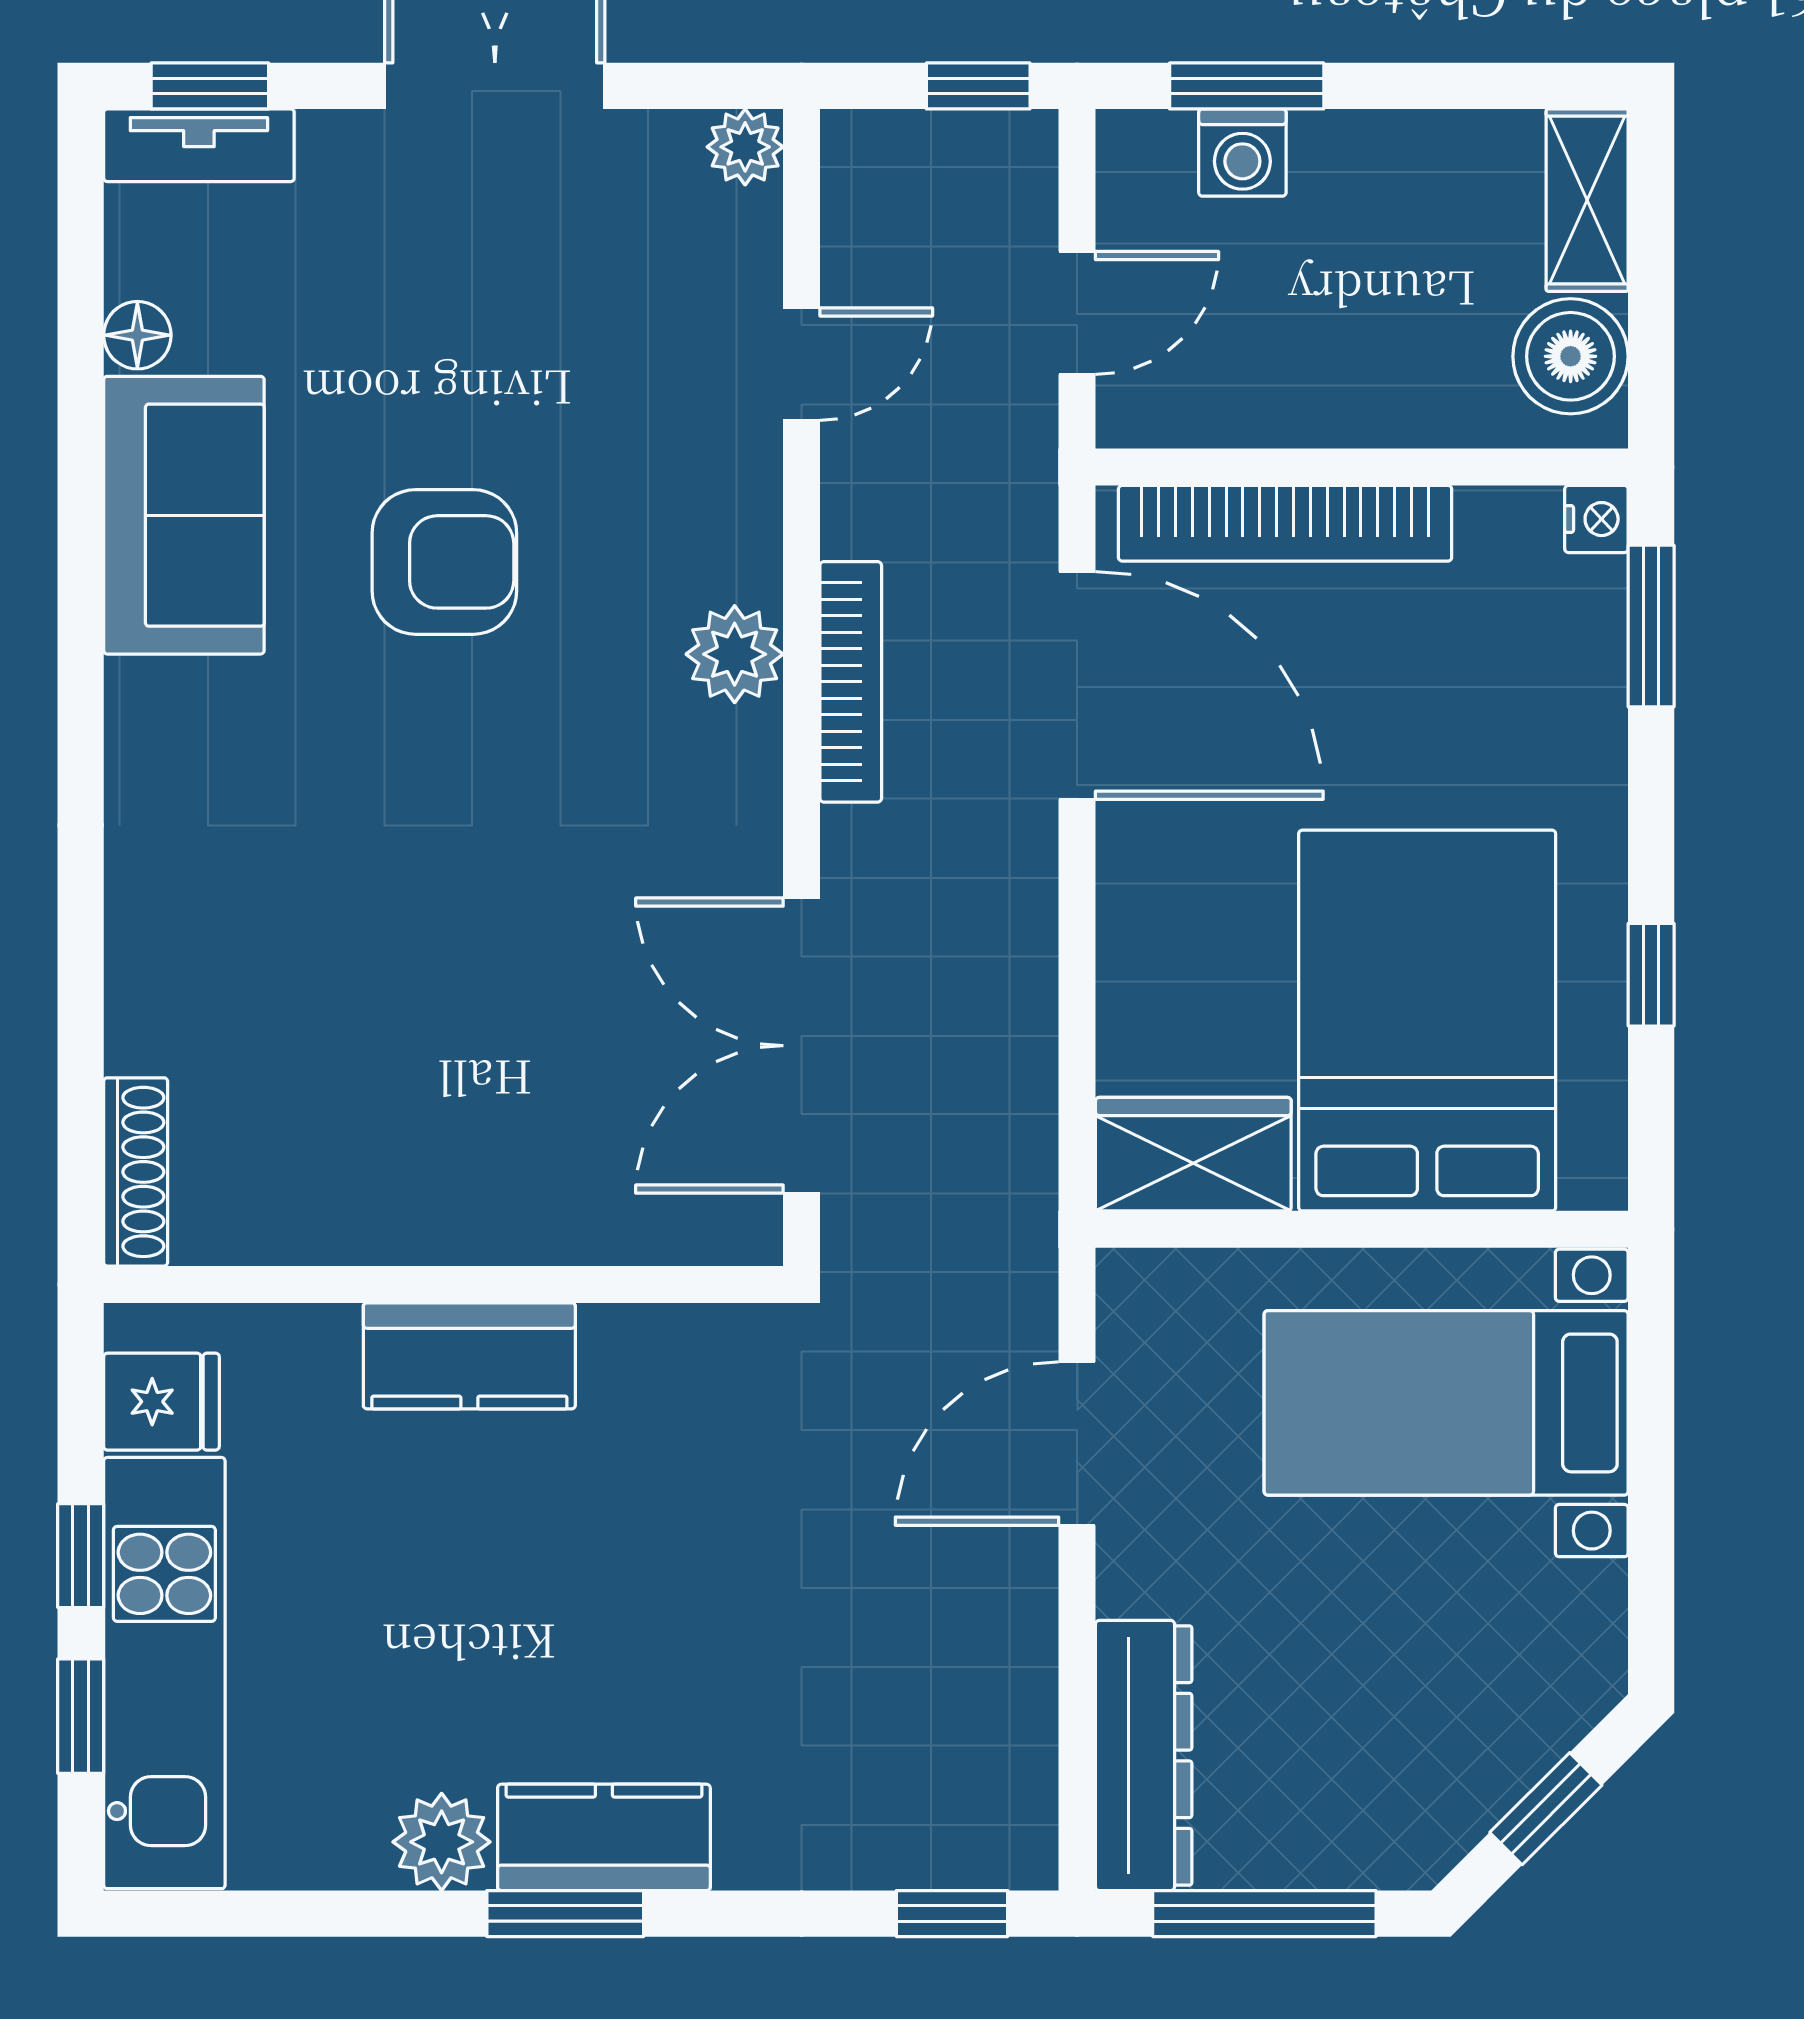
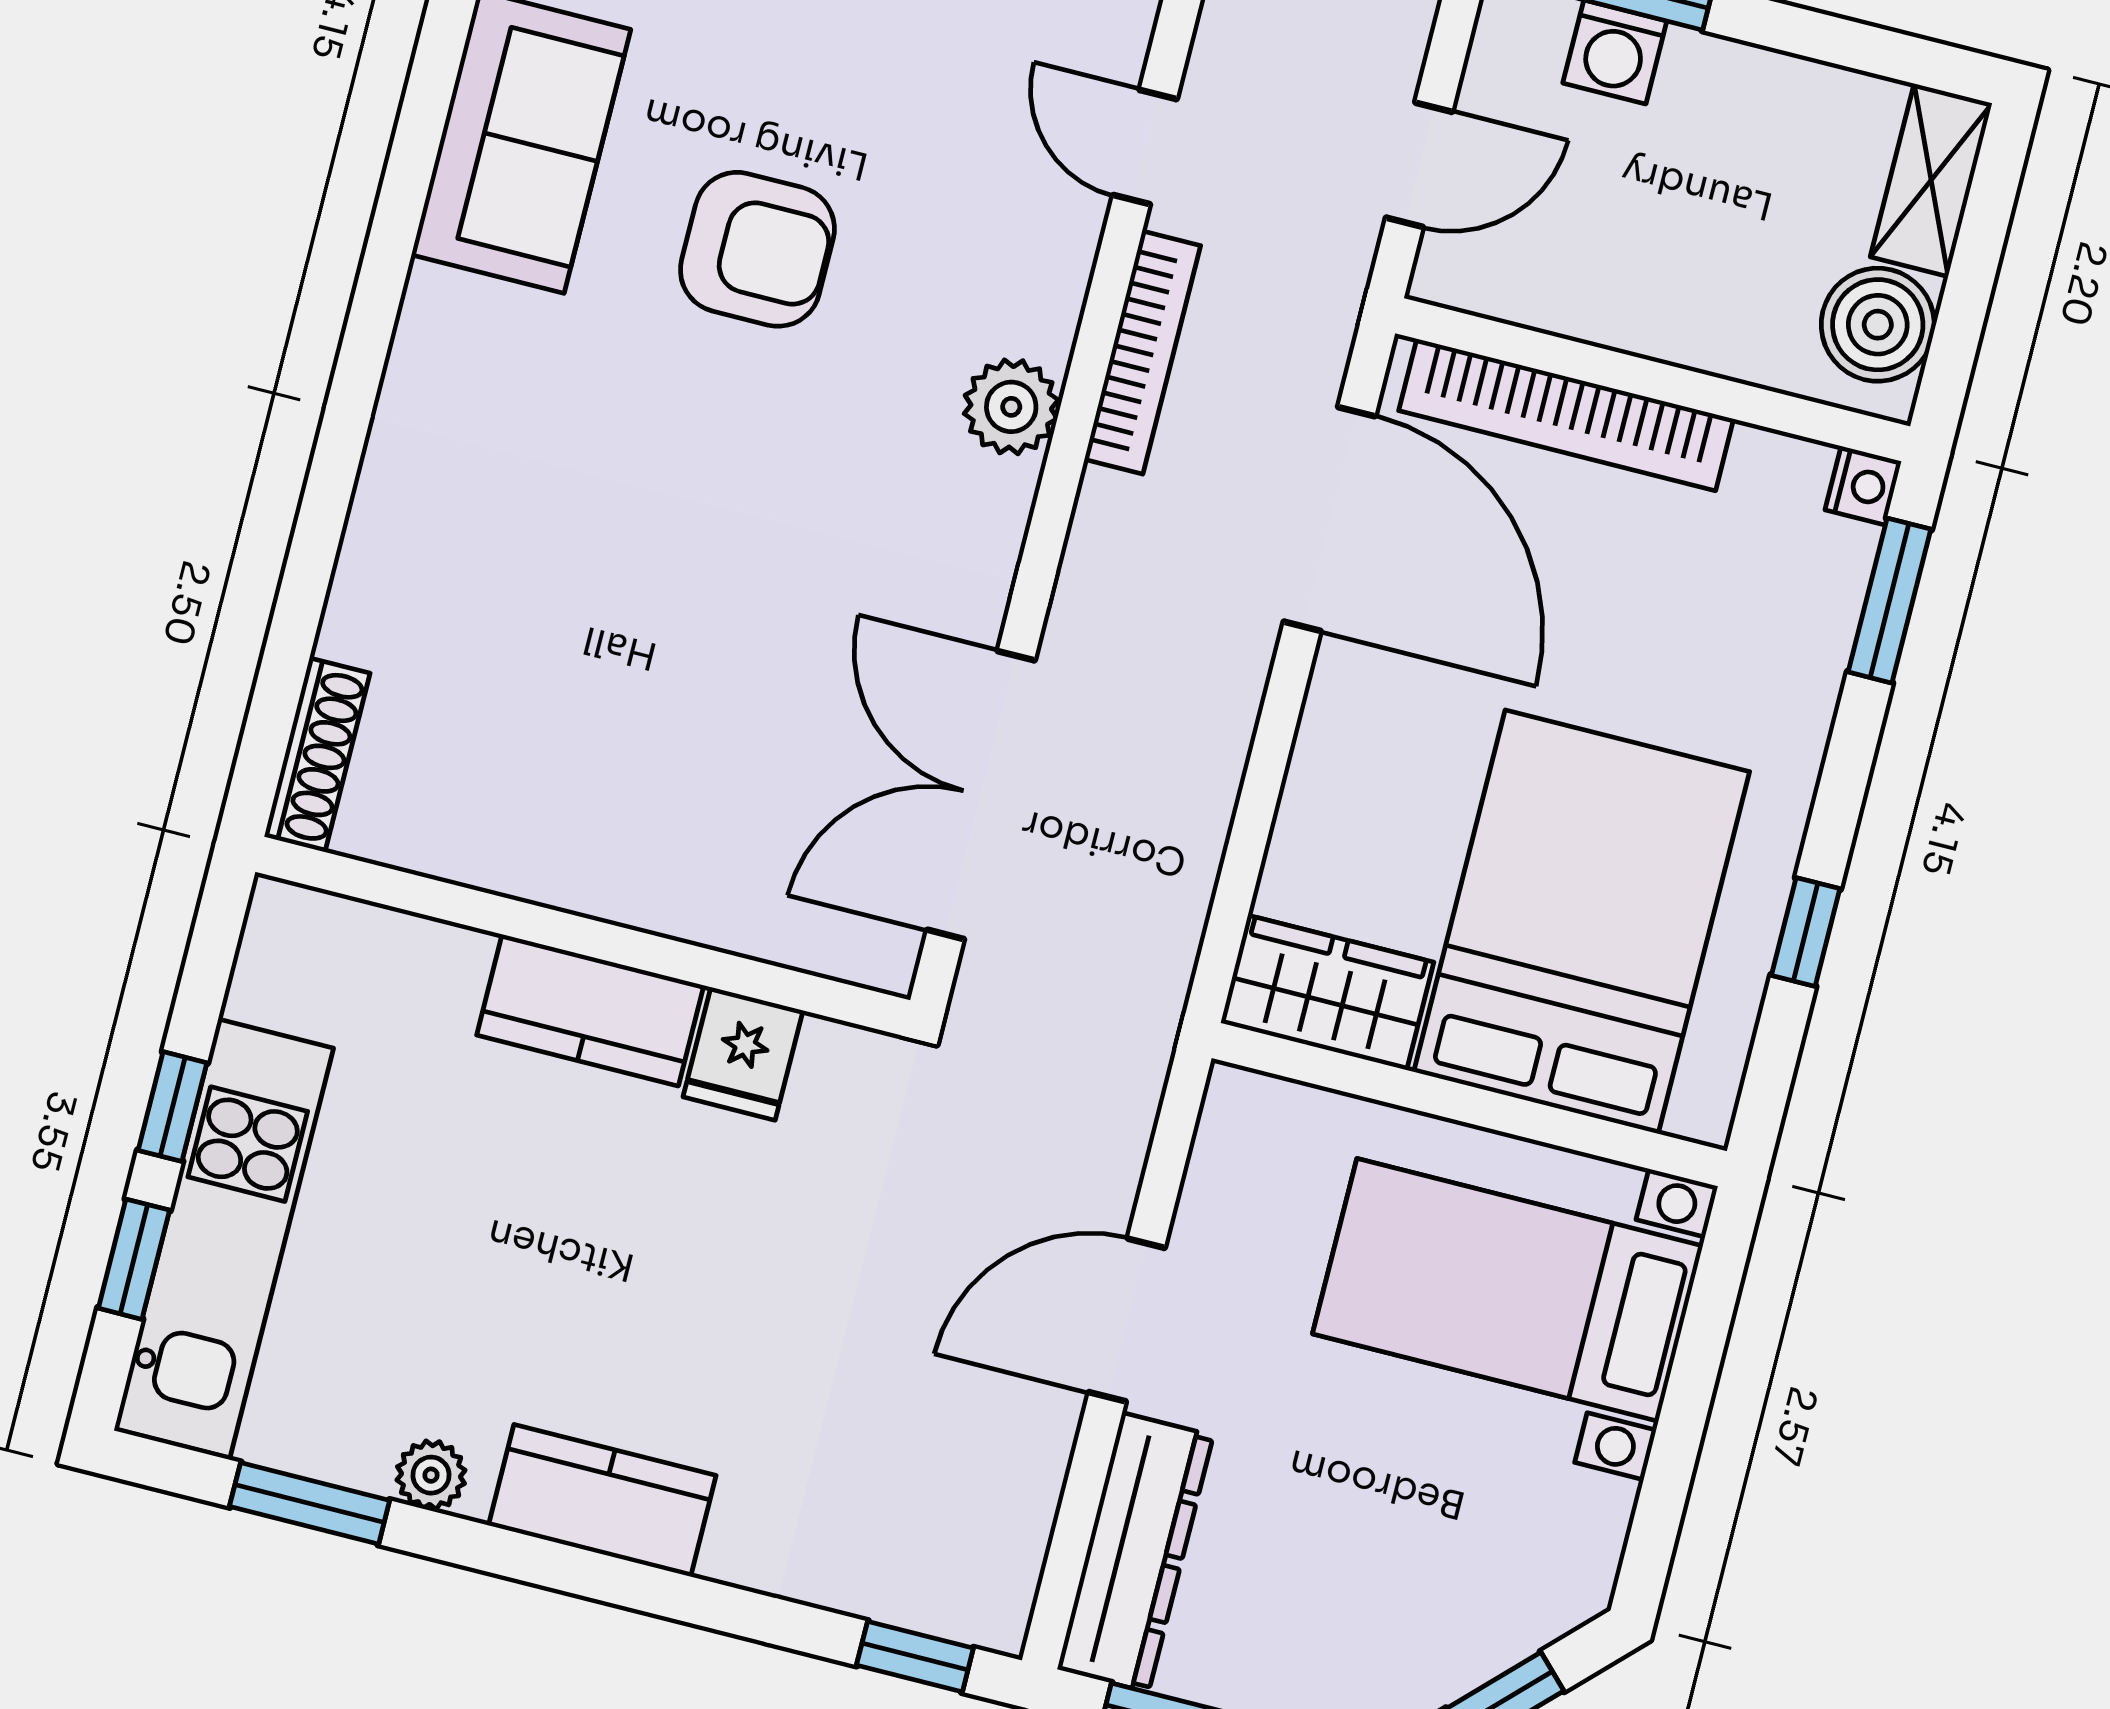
door: (802, 364) -> (1145, 147), swing flipped
bookcase: (851, 682) -> (1142, 352), moved
fridge: (161, 1402) -> (743, 1054), moved, turned 90
door: (1077, 1444) -> (1127, 1320), moved
plant: (442, 1842) -> (431, 1475), width x0.73, depth x0.73
window: (565, 1914) -> (310, 1503), moved

